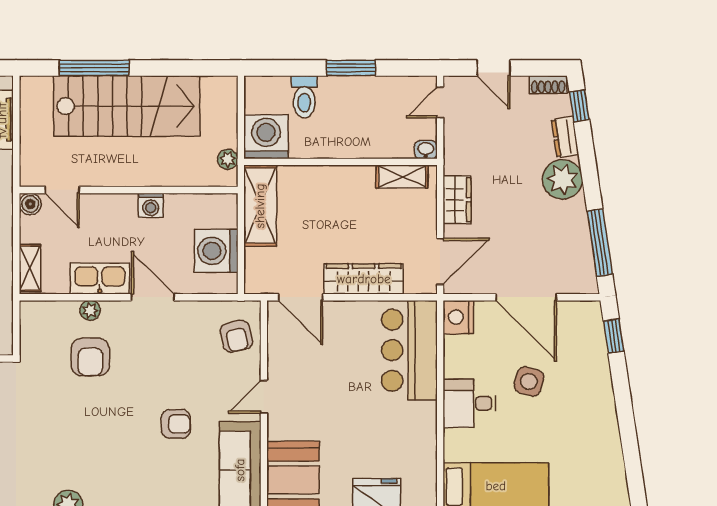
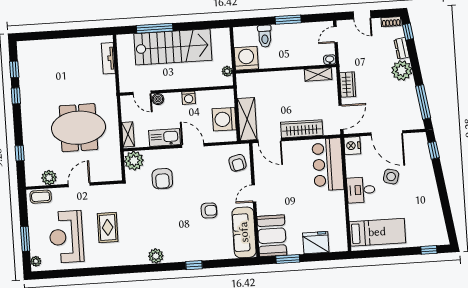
boiler: (30, 204) -> (158, 99), moved
shelving: (260, 206) -> (247, 119), moved
plant: (90, 310) -> (134, 161), moved, width x1.88, depth x1.88

